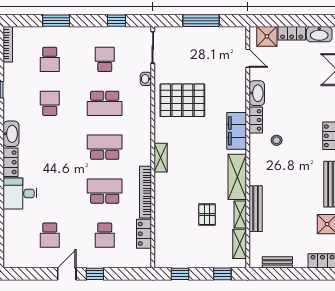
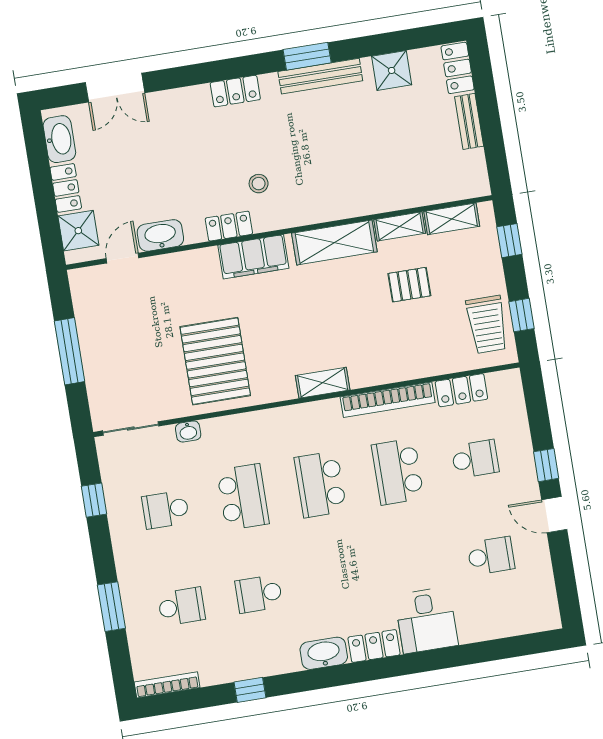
washbasin: (257, 93) -> (160, 235), moved
bench: (256, 209) -> (385, 201), removed
trolley: (178, 254) -> (487, 324), added
bench: (277, 262) -> (469, 121), moved

